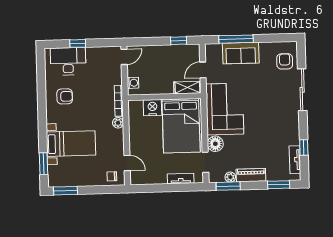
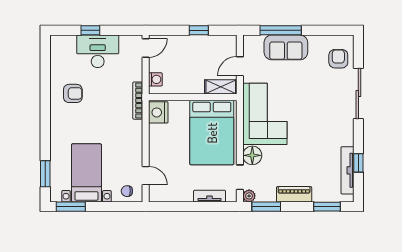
window: (179, 41) -> (199, 30), moved
desk: (68, 61) -> (98, 51), moved
nightstand: (152, 108) -> (158, 112), moved, turned -90
plant: (118, 123) -> (136, 127), removed
bed with nightstands: (71, 144) -> (86, 173), moved, turned -90
tv unit: (295, 160) -> (347, 170), width x1.41
plant: (230, 177) -> (249, 196), moved

